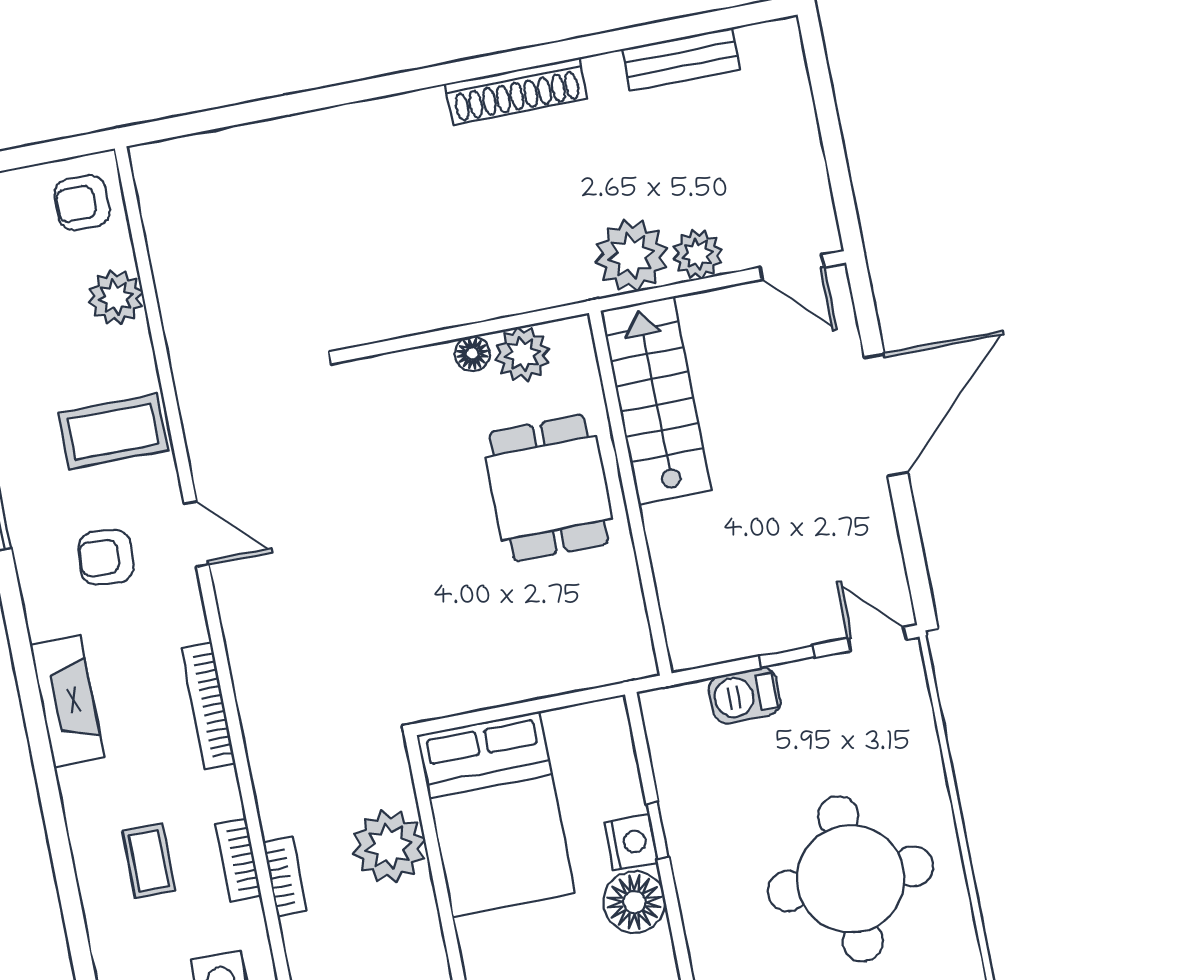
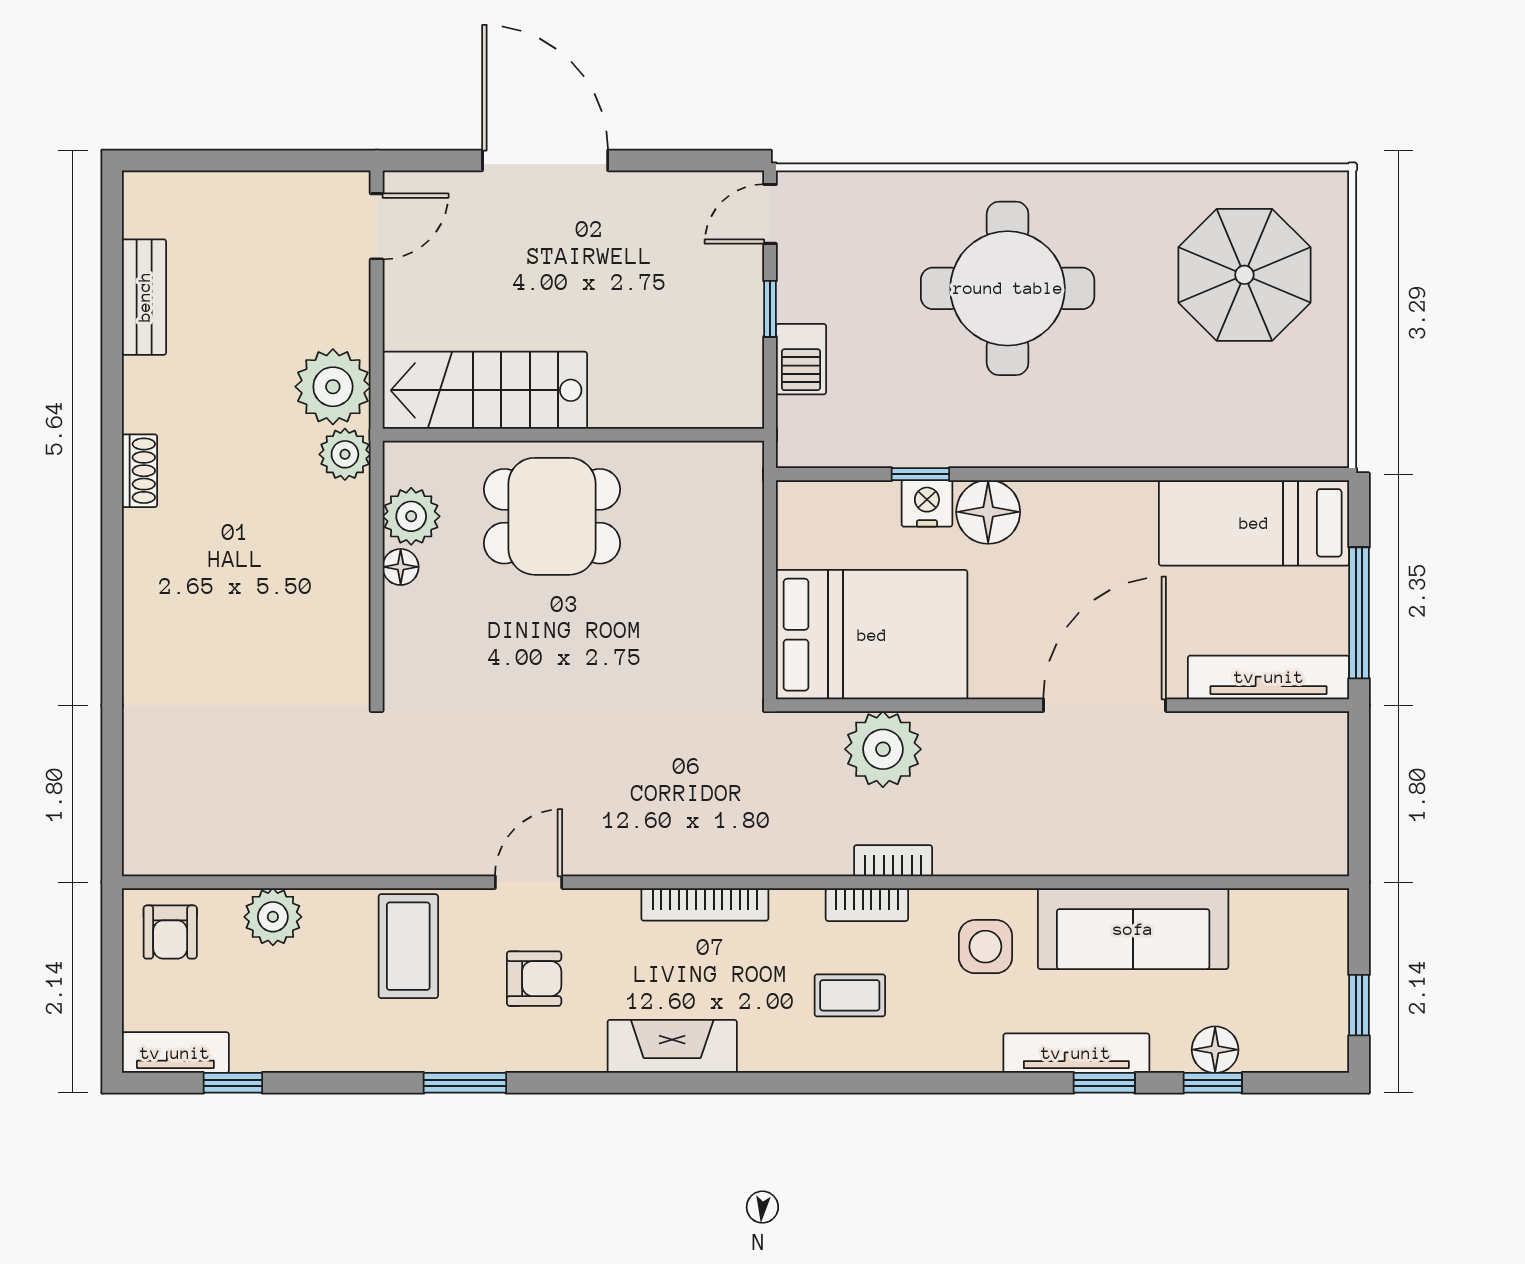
shoe rack: (516, 91) -> (140, 471), width x0.51, depth x0.81
plant: (698, 254) -> (345, 454), moved
armchair: (106, 557) -> (534, 979), turned -95

